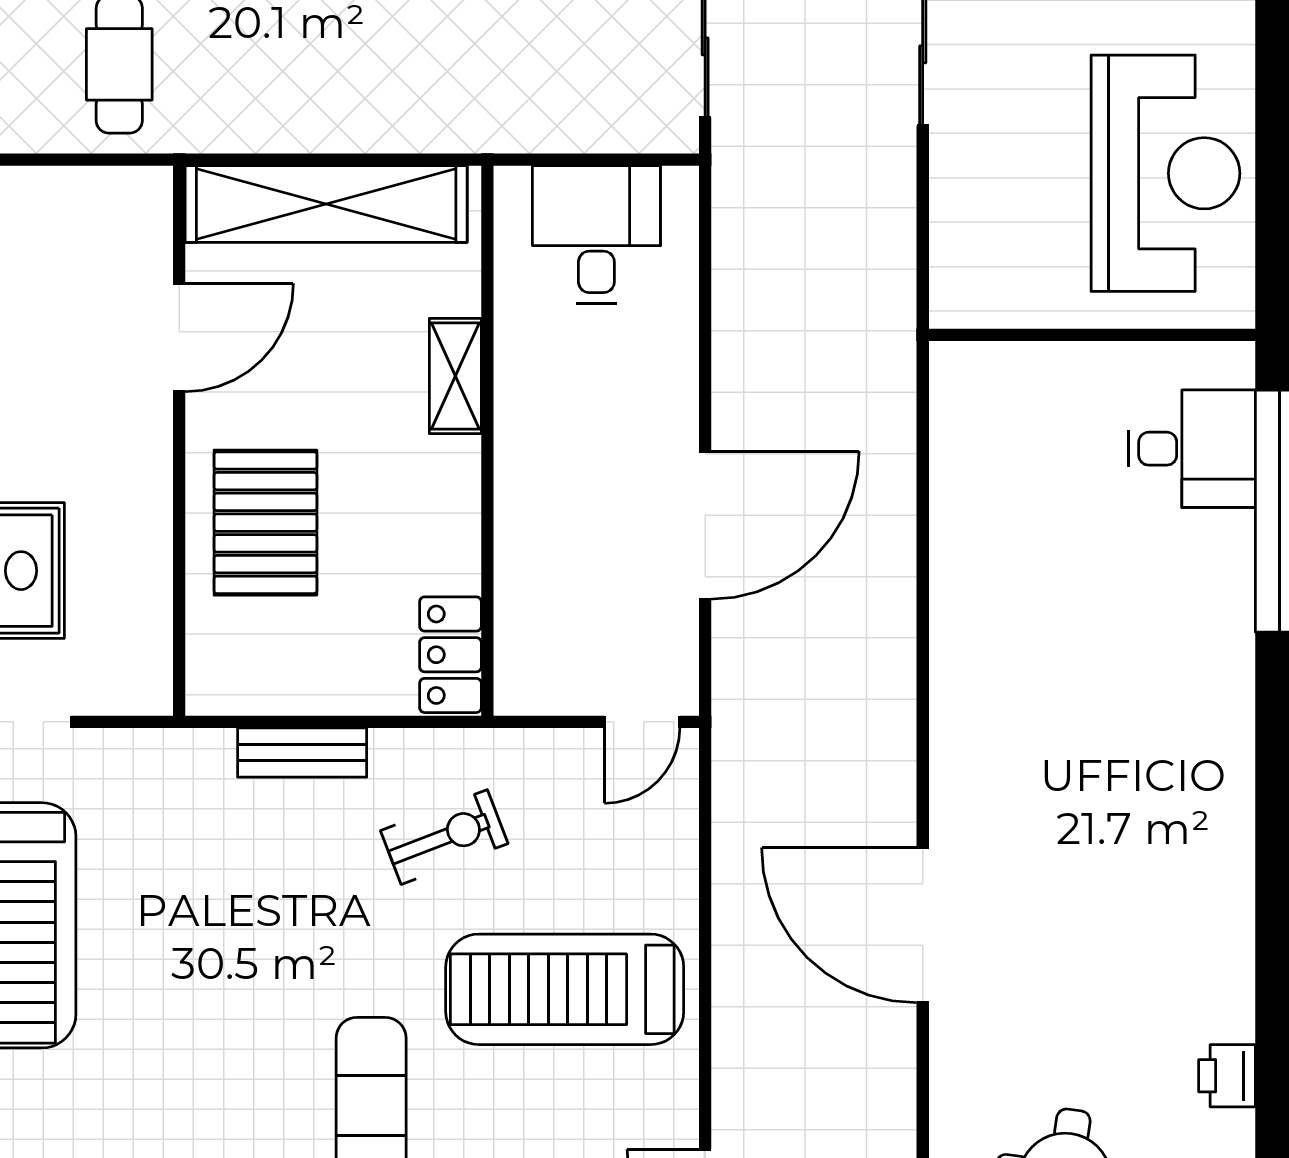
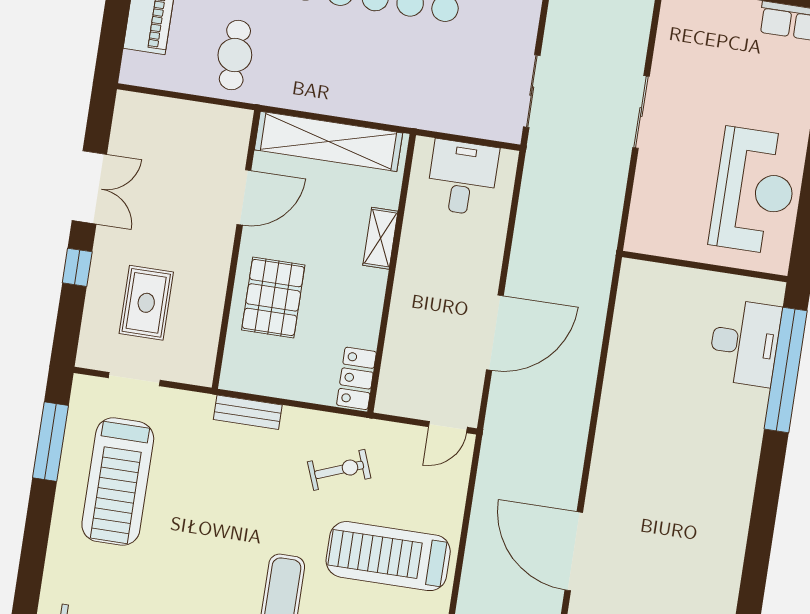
desk: (1192, 449) -> (745, 343), width x1.37
bench: (302, 753) -> (248, 412), moved

